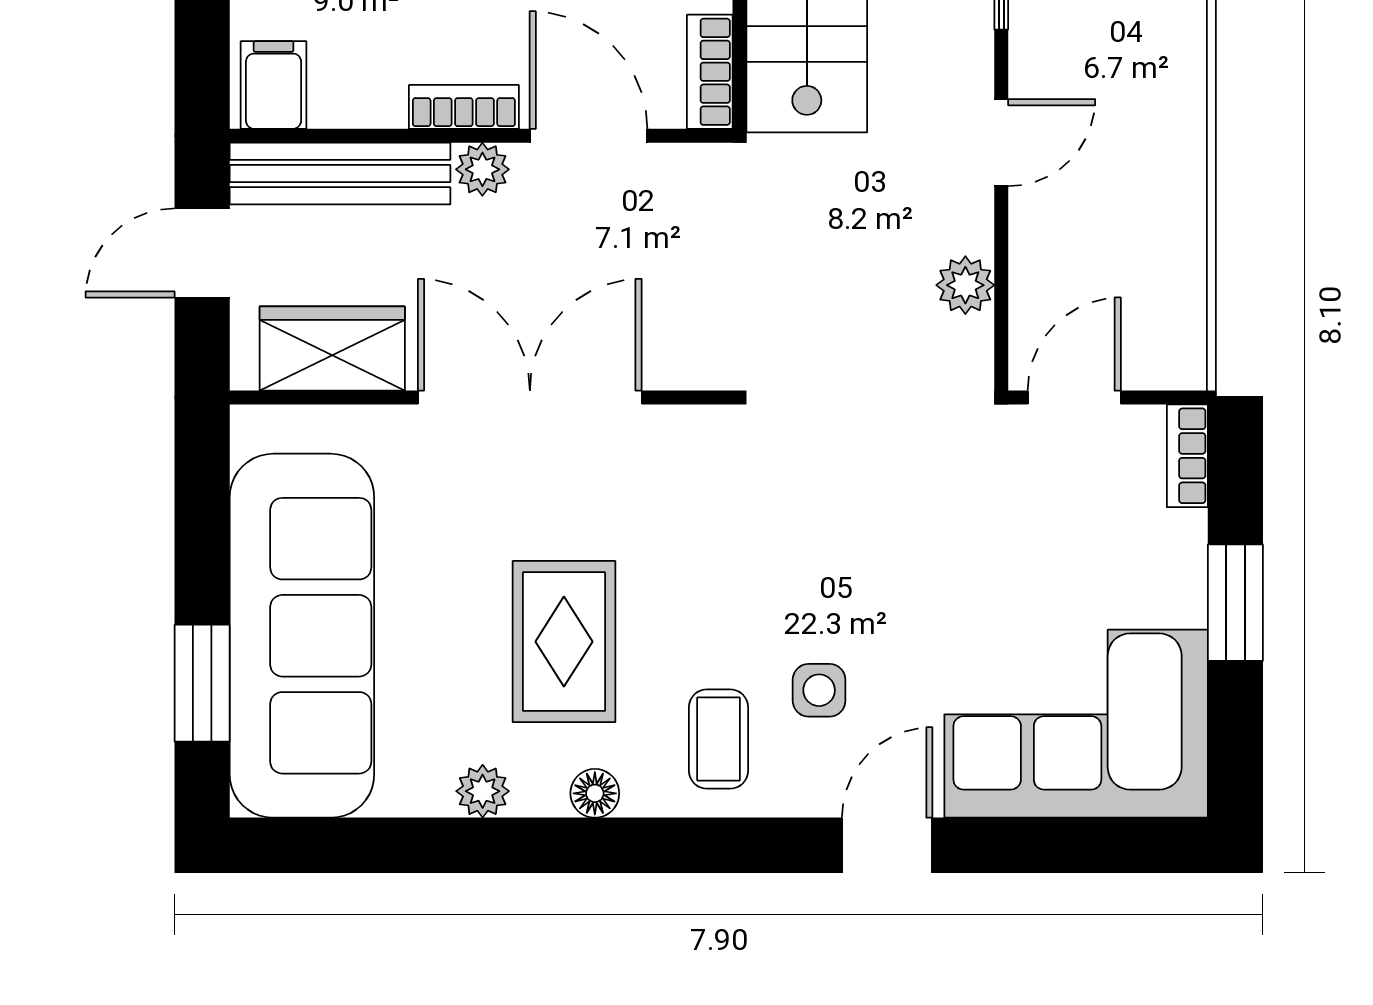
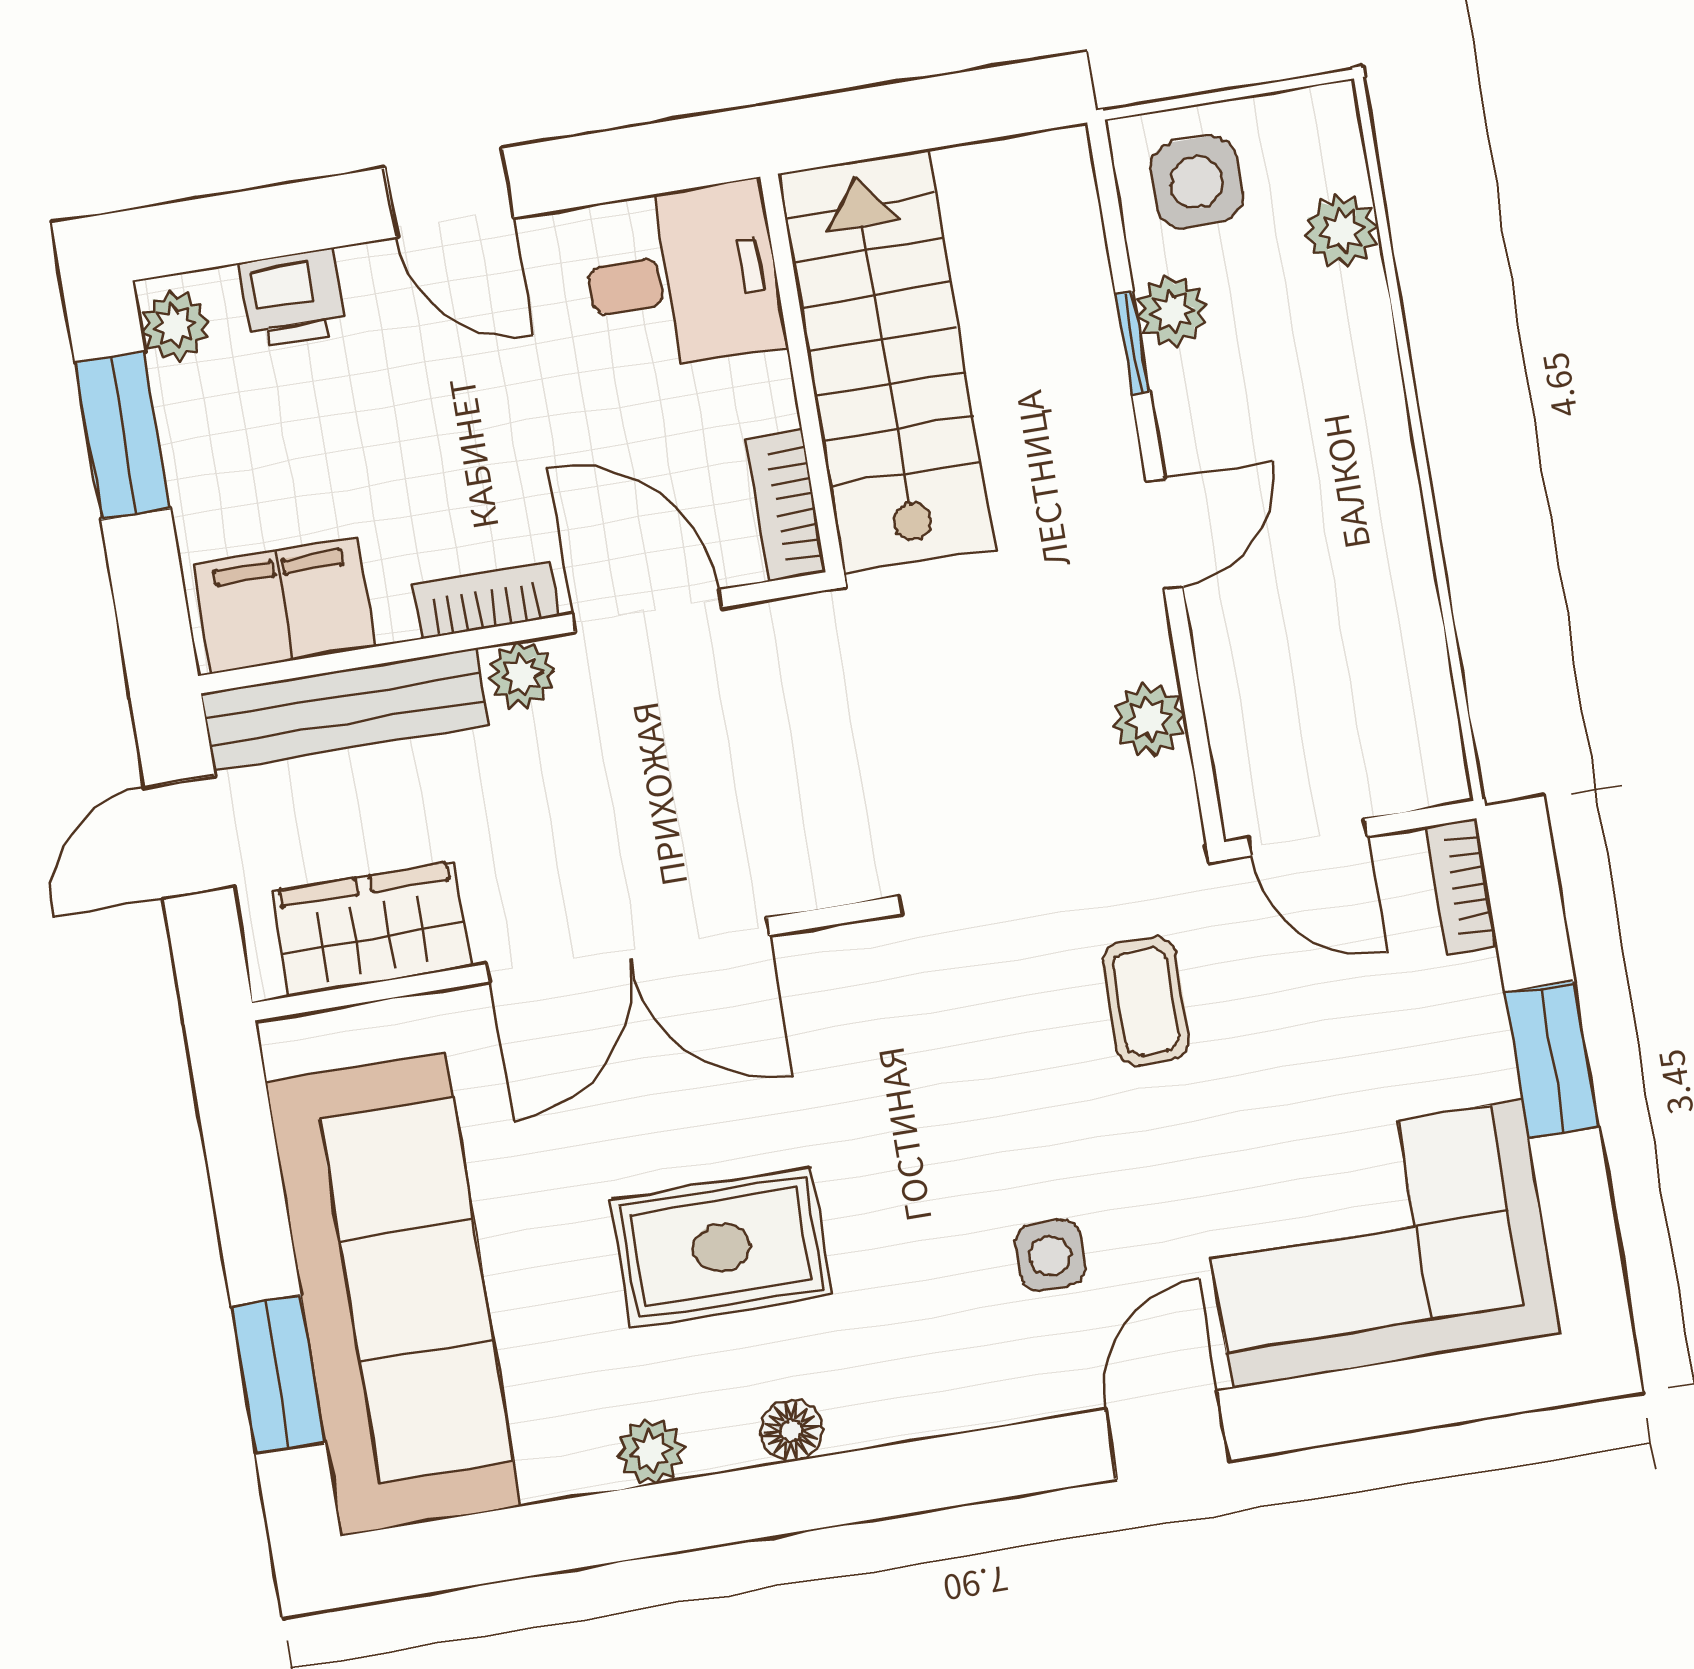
filing cabinet: (274, 85) -> (285, 606), width x2.00
double door: (530, 398) -> (628, 950), swing flipped
door: (1074, 398) -> (1308, 837), swing flipped
rug: (564, 642) -> (721, 1247), turned 90
coffee table: (718, 739) -> (1146, 1001), moved

